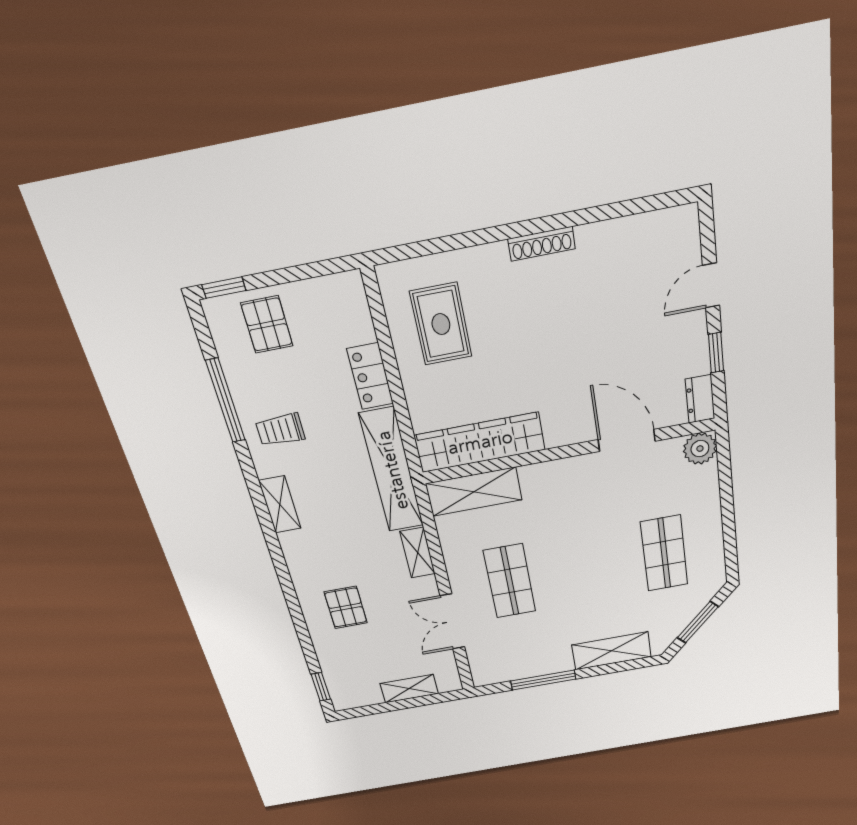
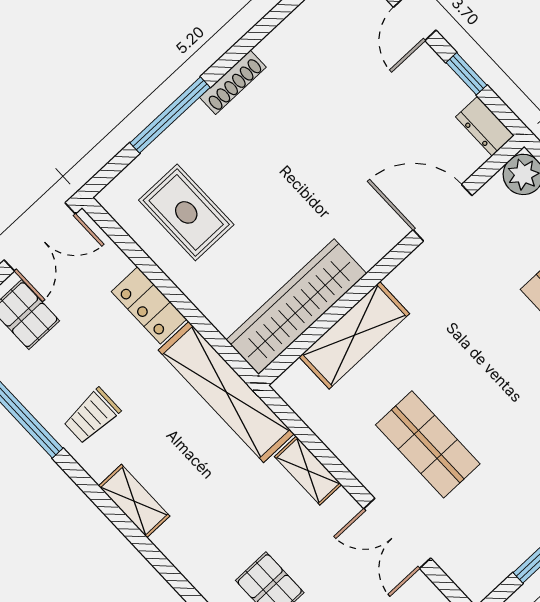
window: (475, 238) -> (170, 115), added
double door: (312, 270) -> (40, 237), added
shelving: (474, 492) -> (354, 335), moved

